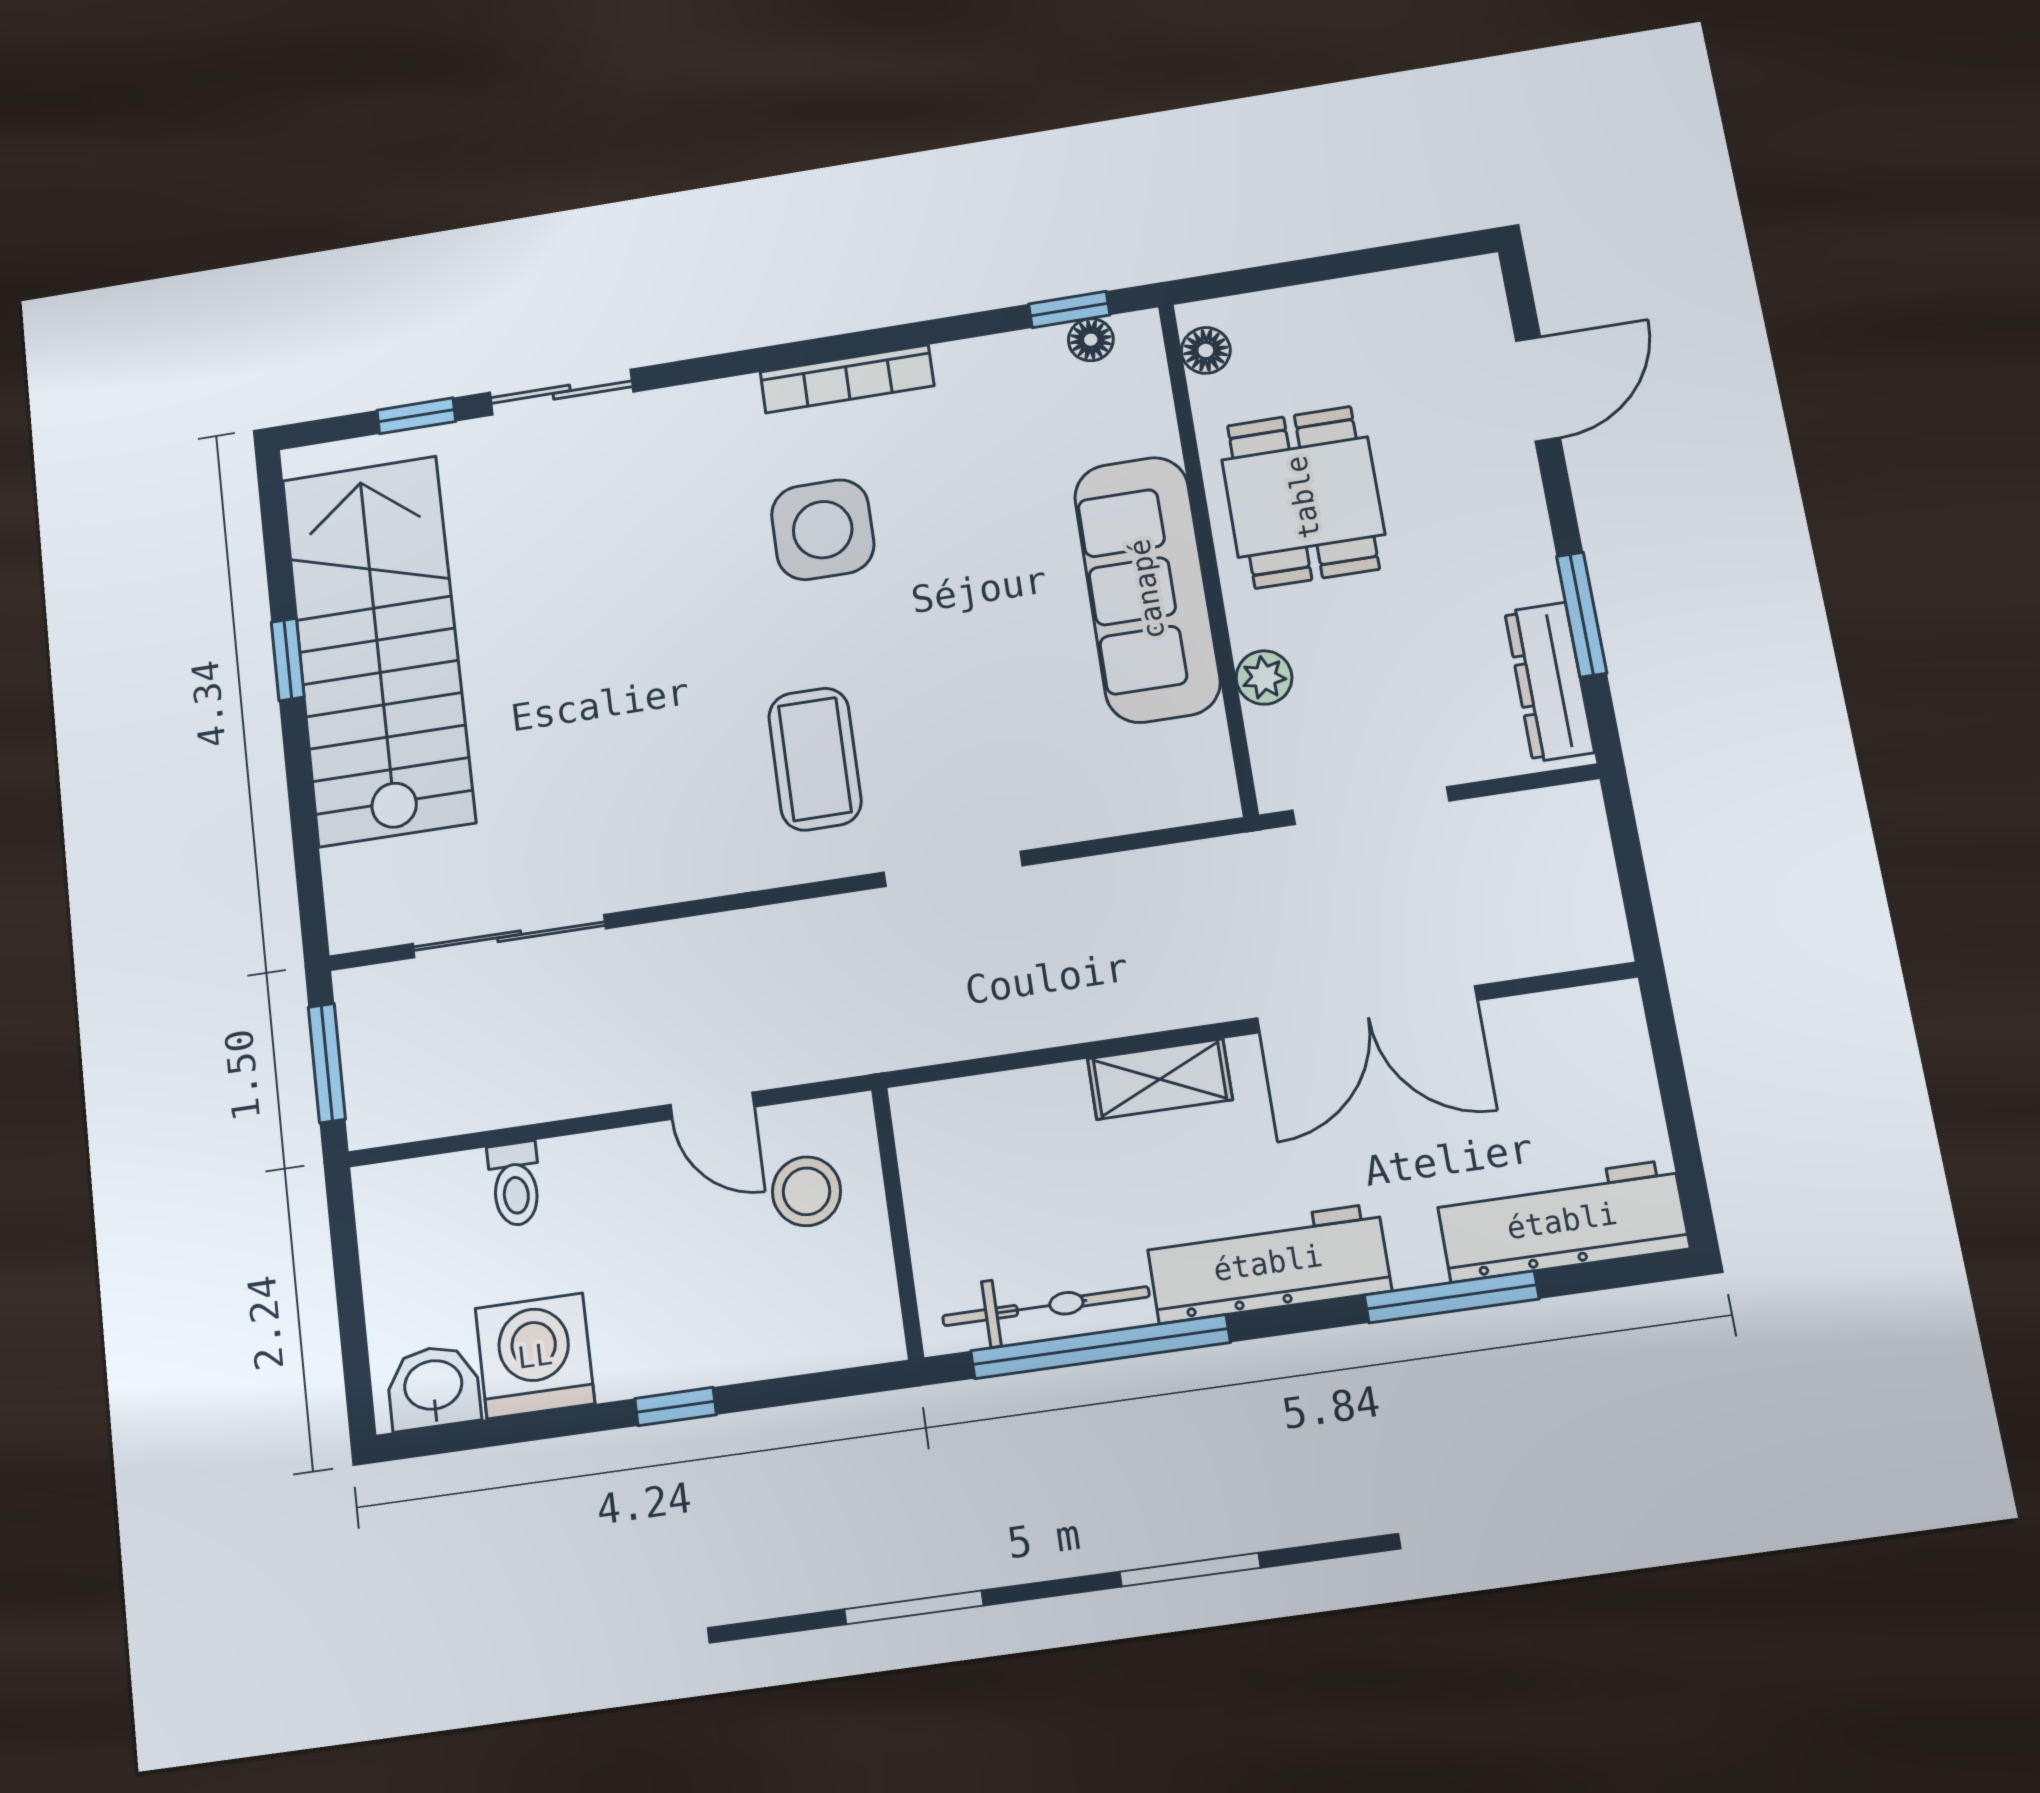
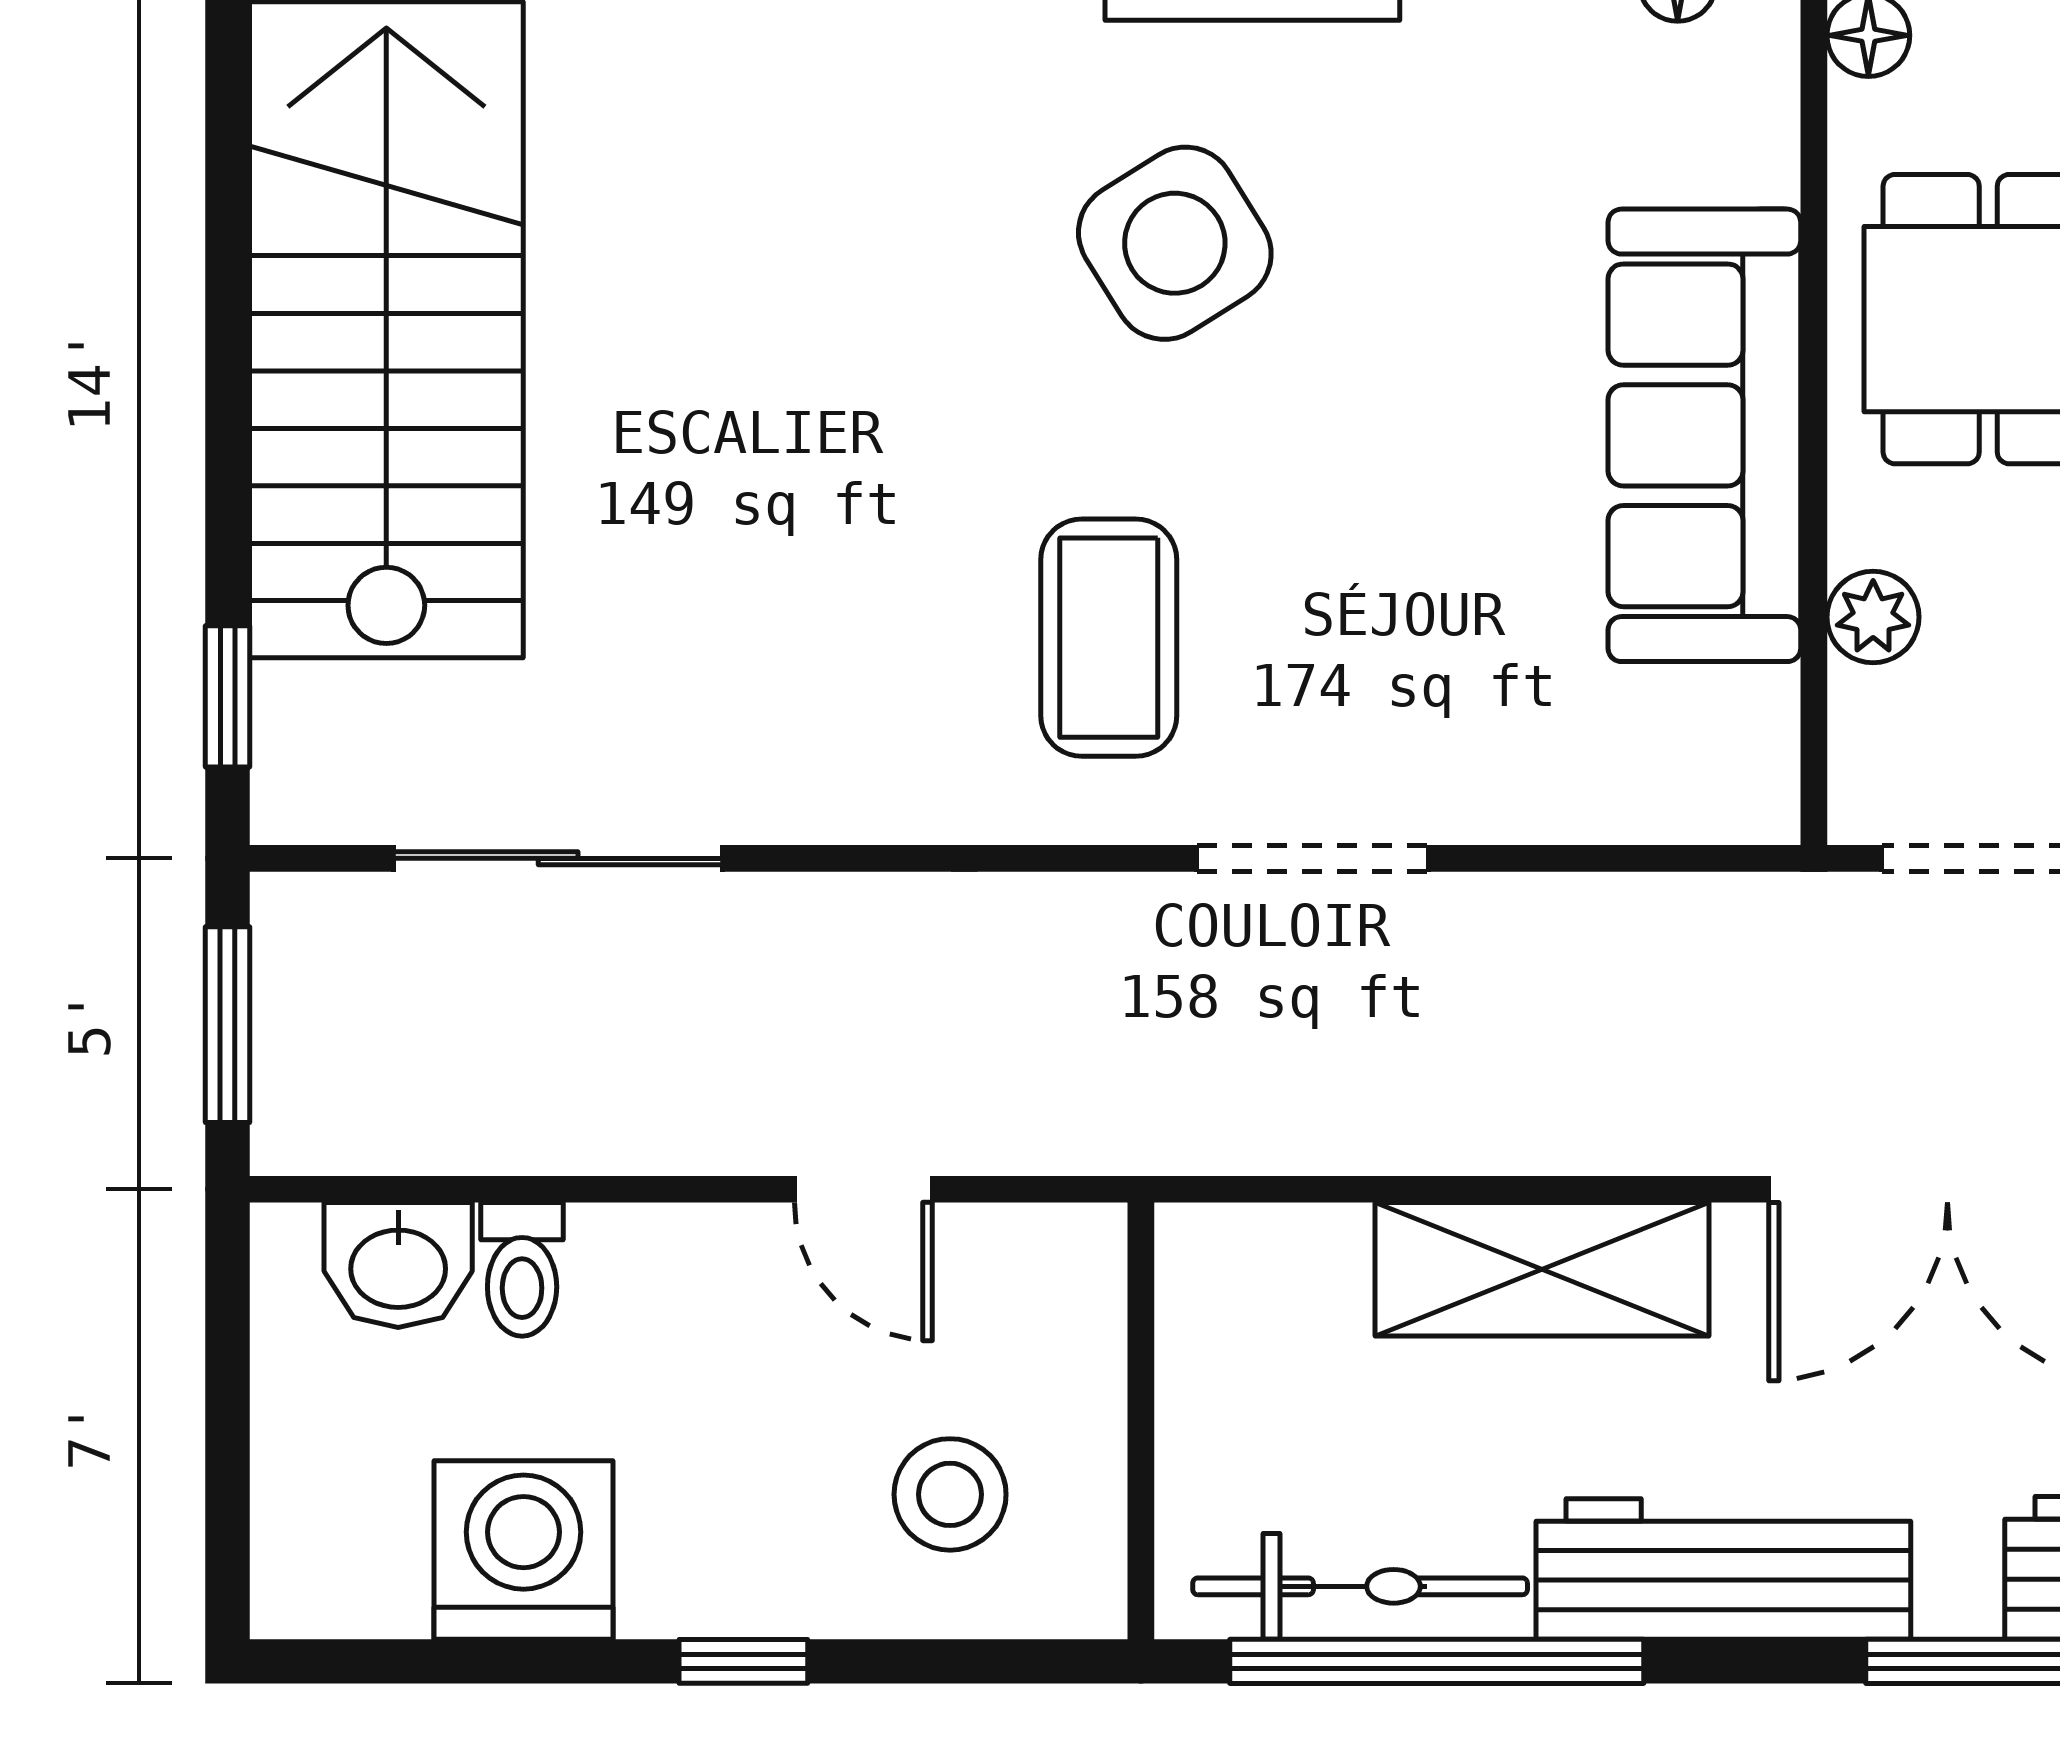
side table: (823, 530) -> (1175, 243), turned -32
window: (288, 660) -> (228, 696), moved
shelving: (1160, 1079) -> (1542, 1269), width x1.50, depth x1.33
stool: (806, 1191) -> (950, 1494), moved
washbasin: (433, 1387) -> (398, 1265), moved, turned 180

